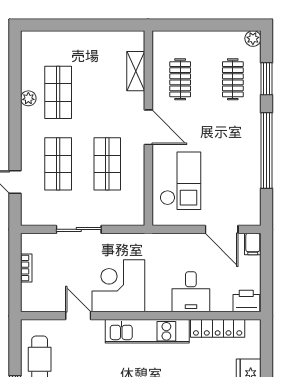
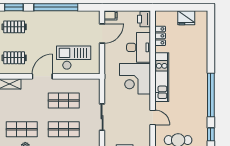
corner desk: (118, 286) -> (135, 79), moved
desk: (191, 292) -> (139, 47), width x1.37
door: (78, 316) -> (153, 117), swing flipped
locker: (218, 328) -> (160, 36), width x0.66

